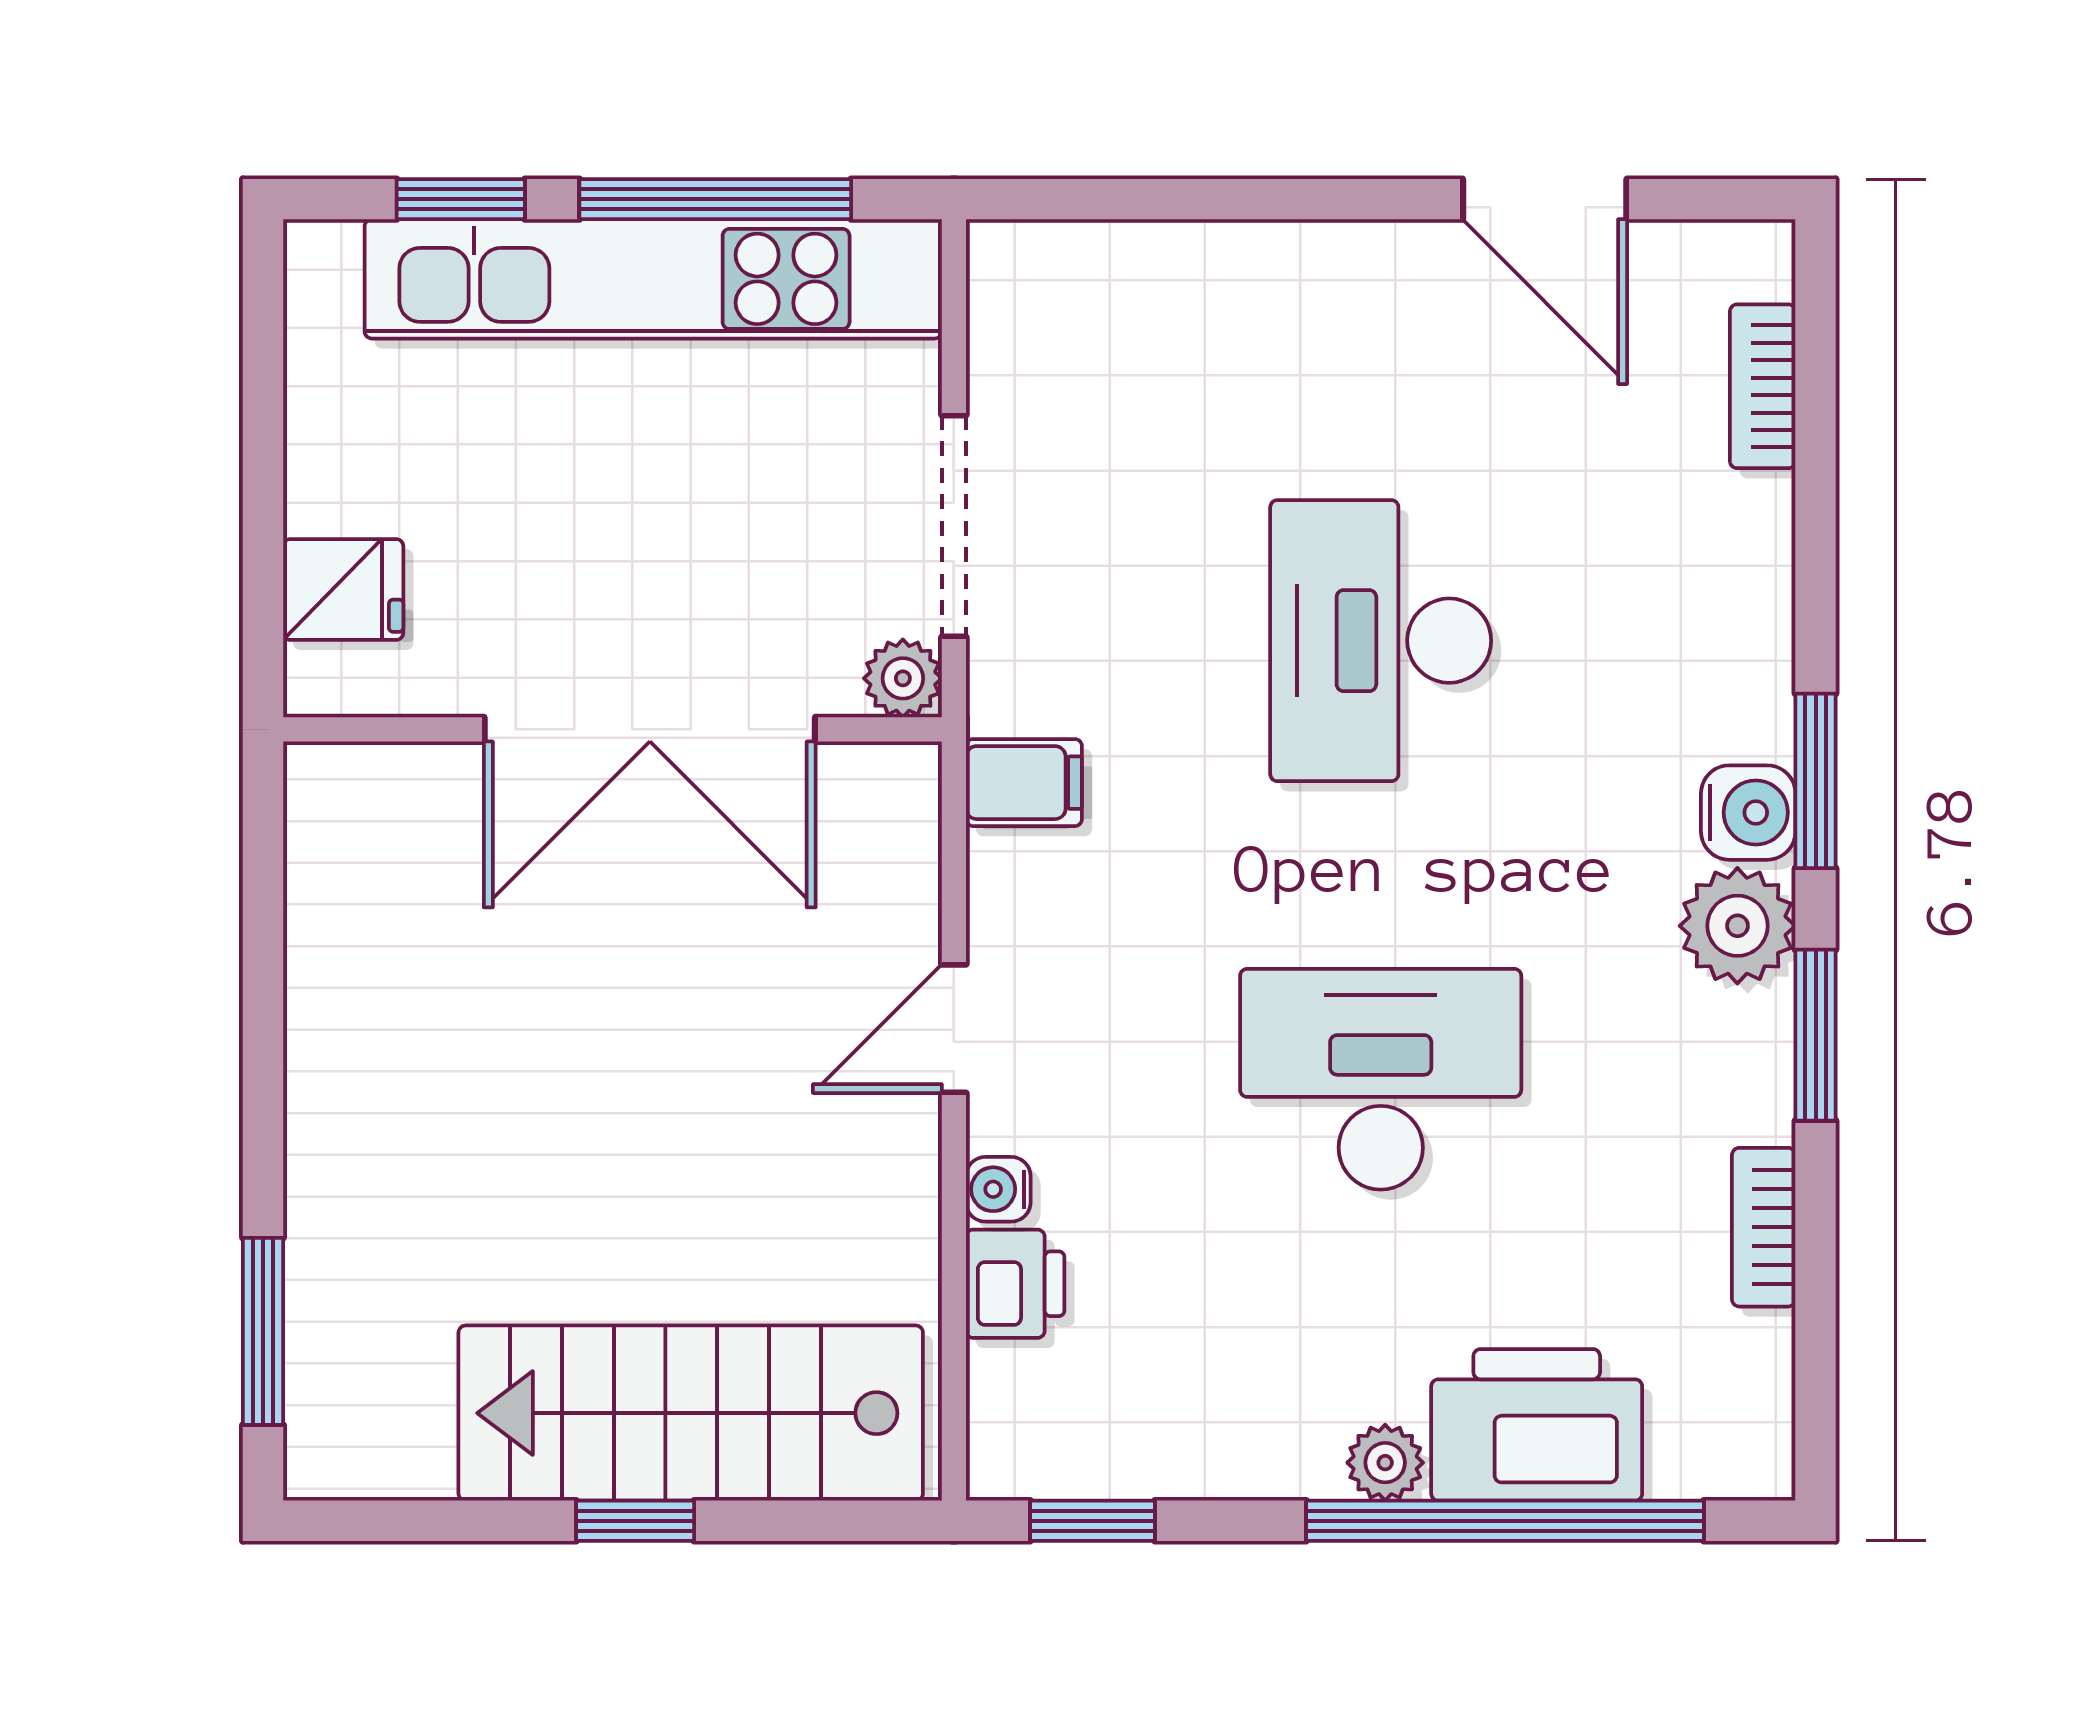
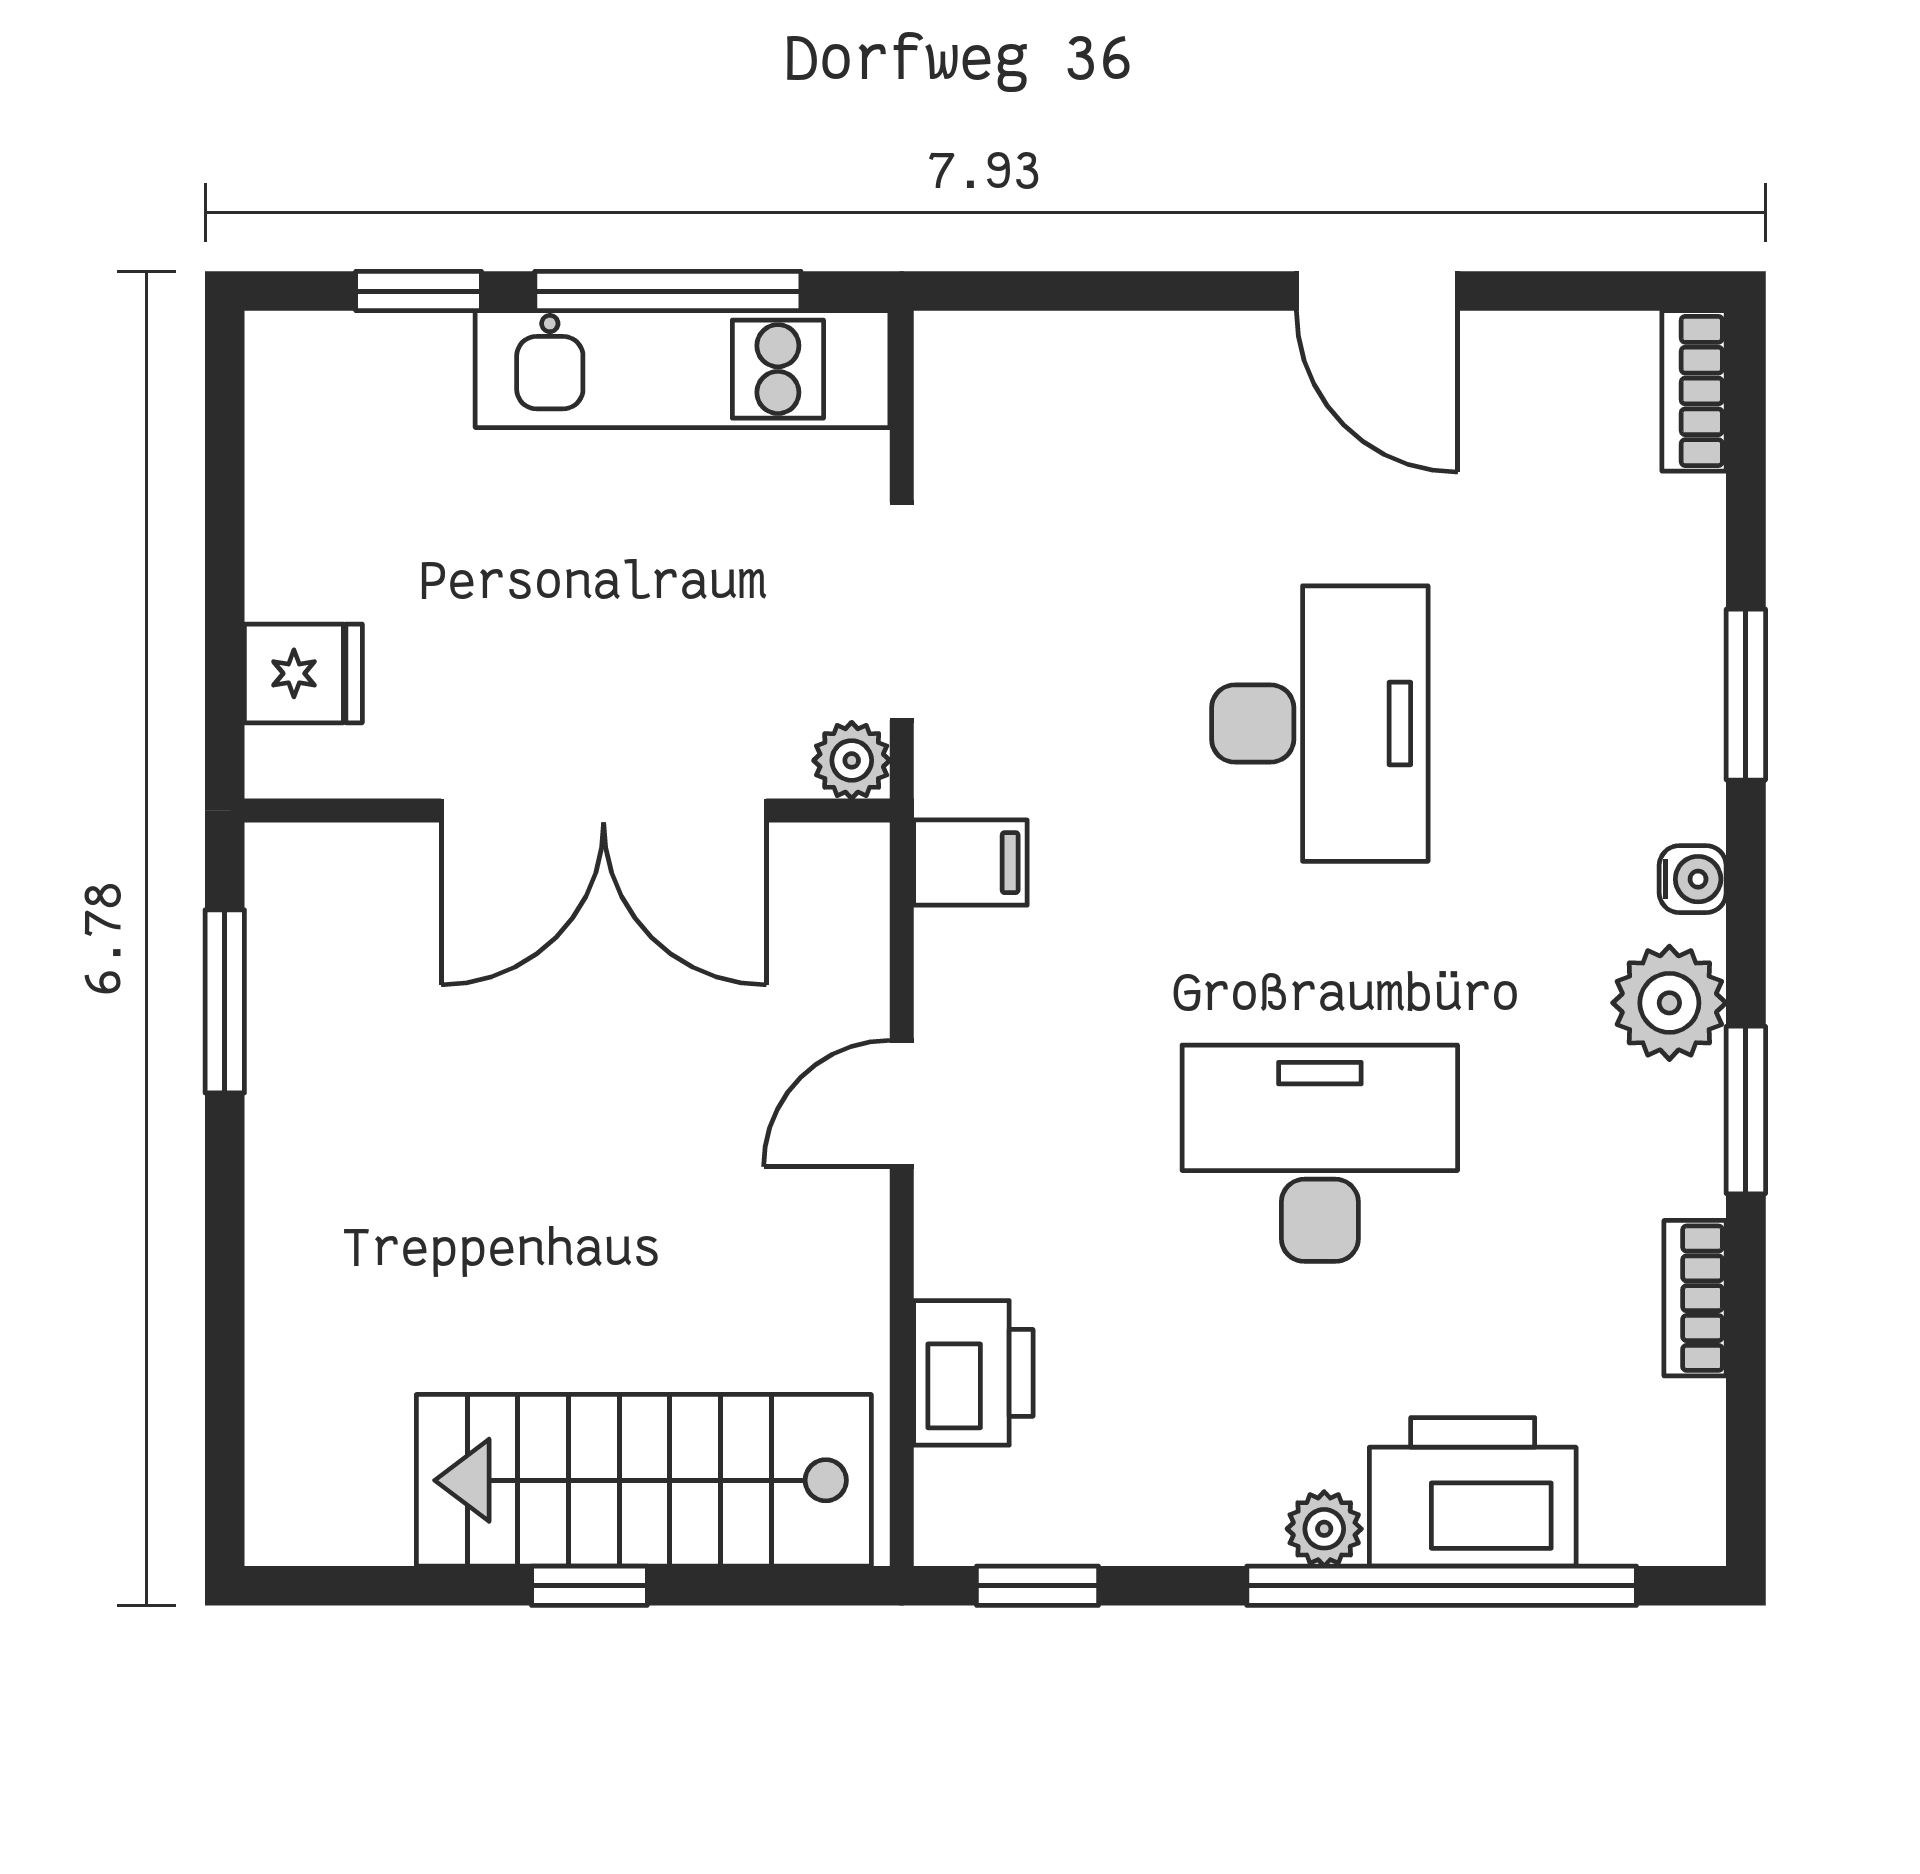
door: (1545, 199) -> (1377, 291), moved
kitchen unit: (653, 279) -> (683, 369), width x0.73
bookcase: (1763, 386) -> (1694, 391), moved
desk: (1381, 641) -> (1320, 724), turned 180
window: (1816, 781) -> (1746, 695), moved
water cooler: (1748, 813) -> (1693, 879), width x0.72, depth x0.72
water cooler: (998, 1189) -> (945, 1261), removed
printer: (1015, 1284) -> (973, 1373), width x1.36, depth x1.24
window: (263, 1331) -> (225, 1001), moved

